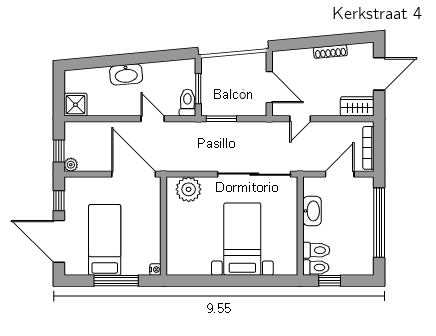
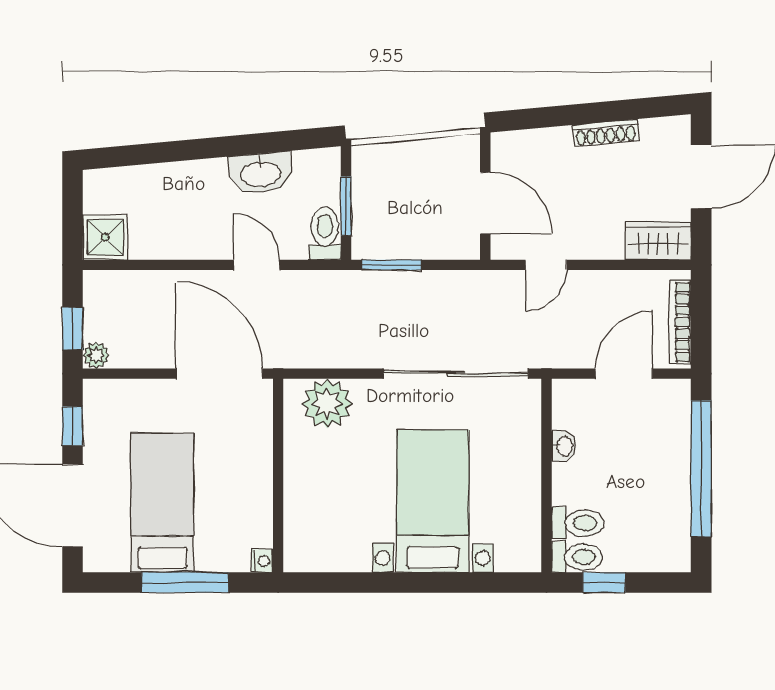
washbasin: (126, 74) -> (260, 173), moved
washbasin: (312, 211) -> (564, 446), width x0.52, depth x0.69

